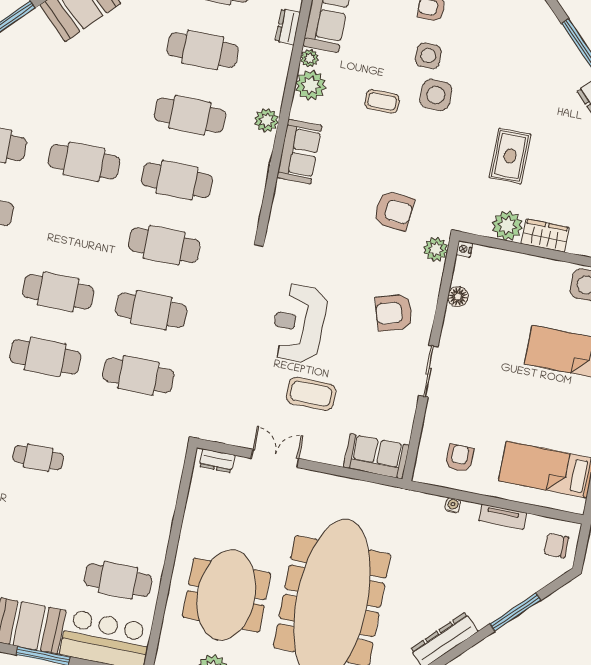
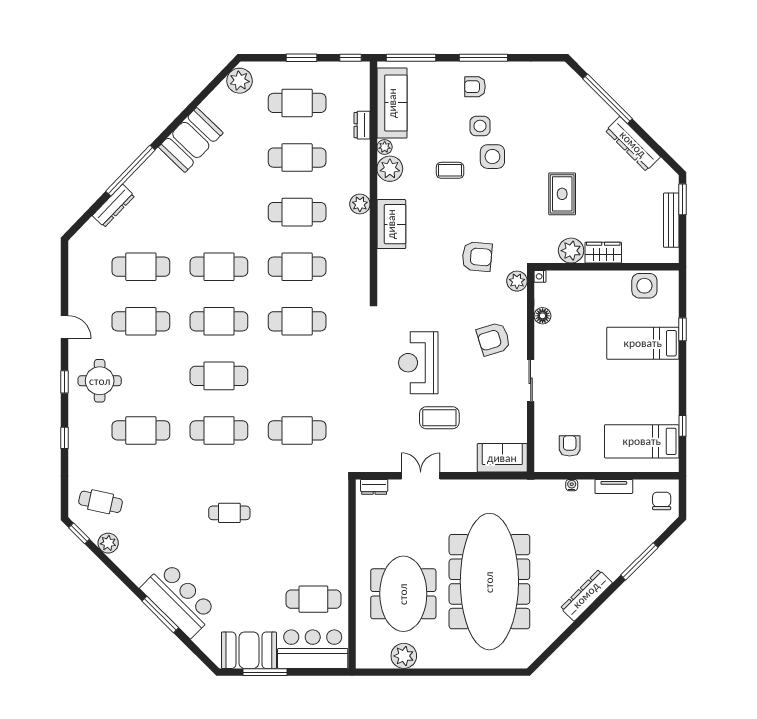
cafe table: (151, 310) -> (219, 321), moved
chair: (556, 546) -> (662, 501), turned 90

